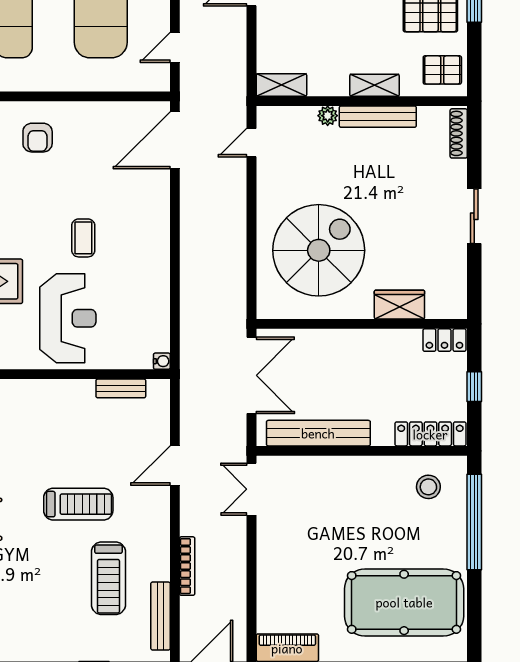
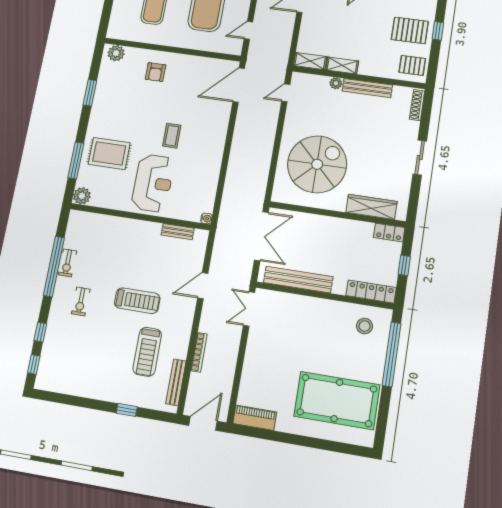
shelving: (375, 85) -> (342, 65), moved
wardrobe: (399, 305) -> (371, 207), width x1.50

